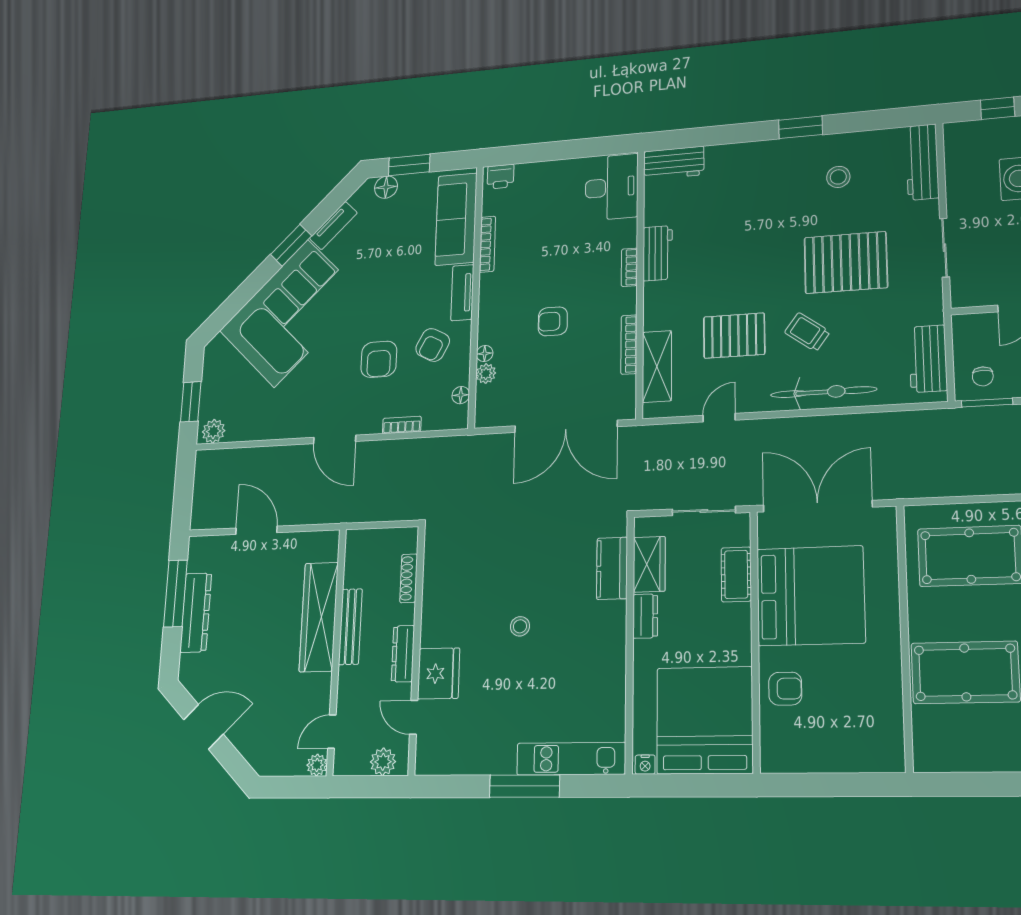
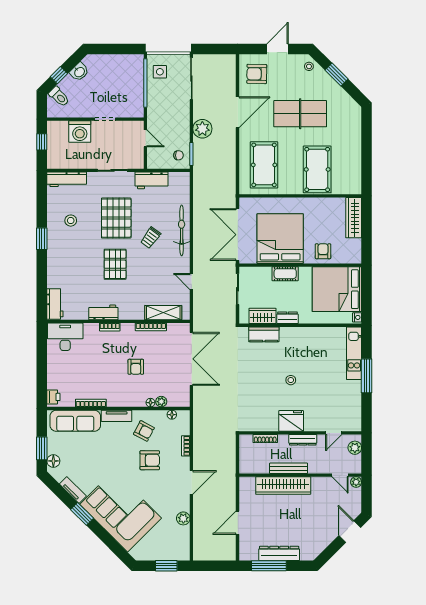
pallet: (734, 336) -> (115, 264), moved
workbench: (928, 359) -> (152, 180), moved
plant: (214, 431) -> (183, 518), moved
cot: (736, 574) -> (285, 274), moved
fridge: (439, 673) -> (291, 421), moved
door: (203, 727) -> (350, 532), moved
wardrobe: (860, 755) -> (354, 218), added

